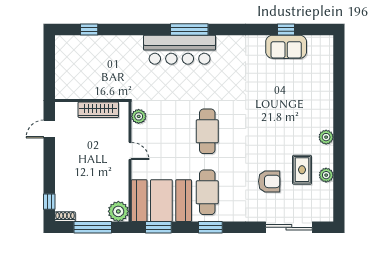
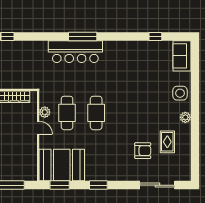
sofa: (286, 47) -> (182, 56), moved, turned 90
side table: (319, 105) -> (180, 93), added
plant: (139, 116) -> (45, 112), moved
plant: (326, 175) -> (185, 146), removed
cafe table: (207, 192) -> (67, 113), moved
plant: (118, 211) -> (29, 173), removed

